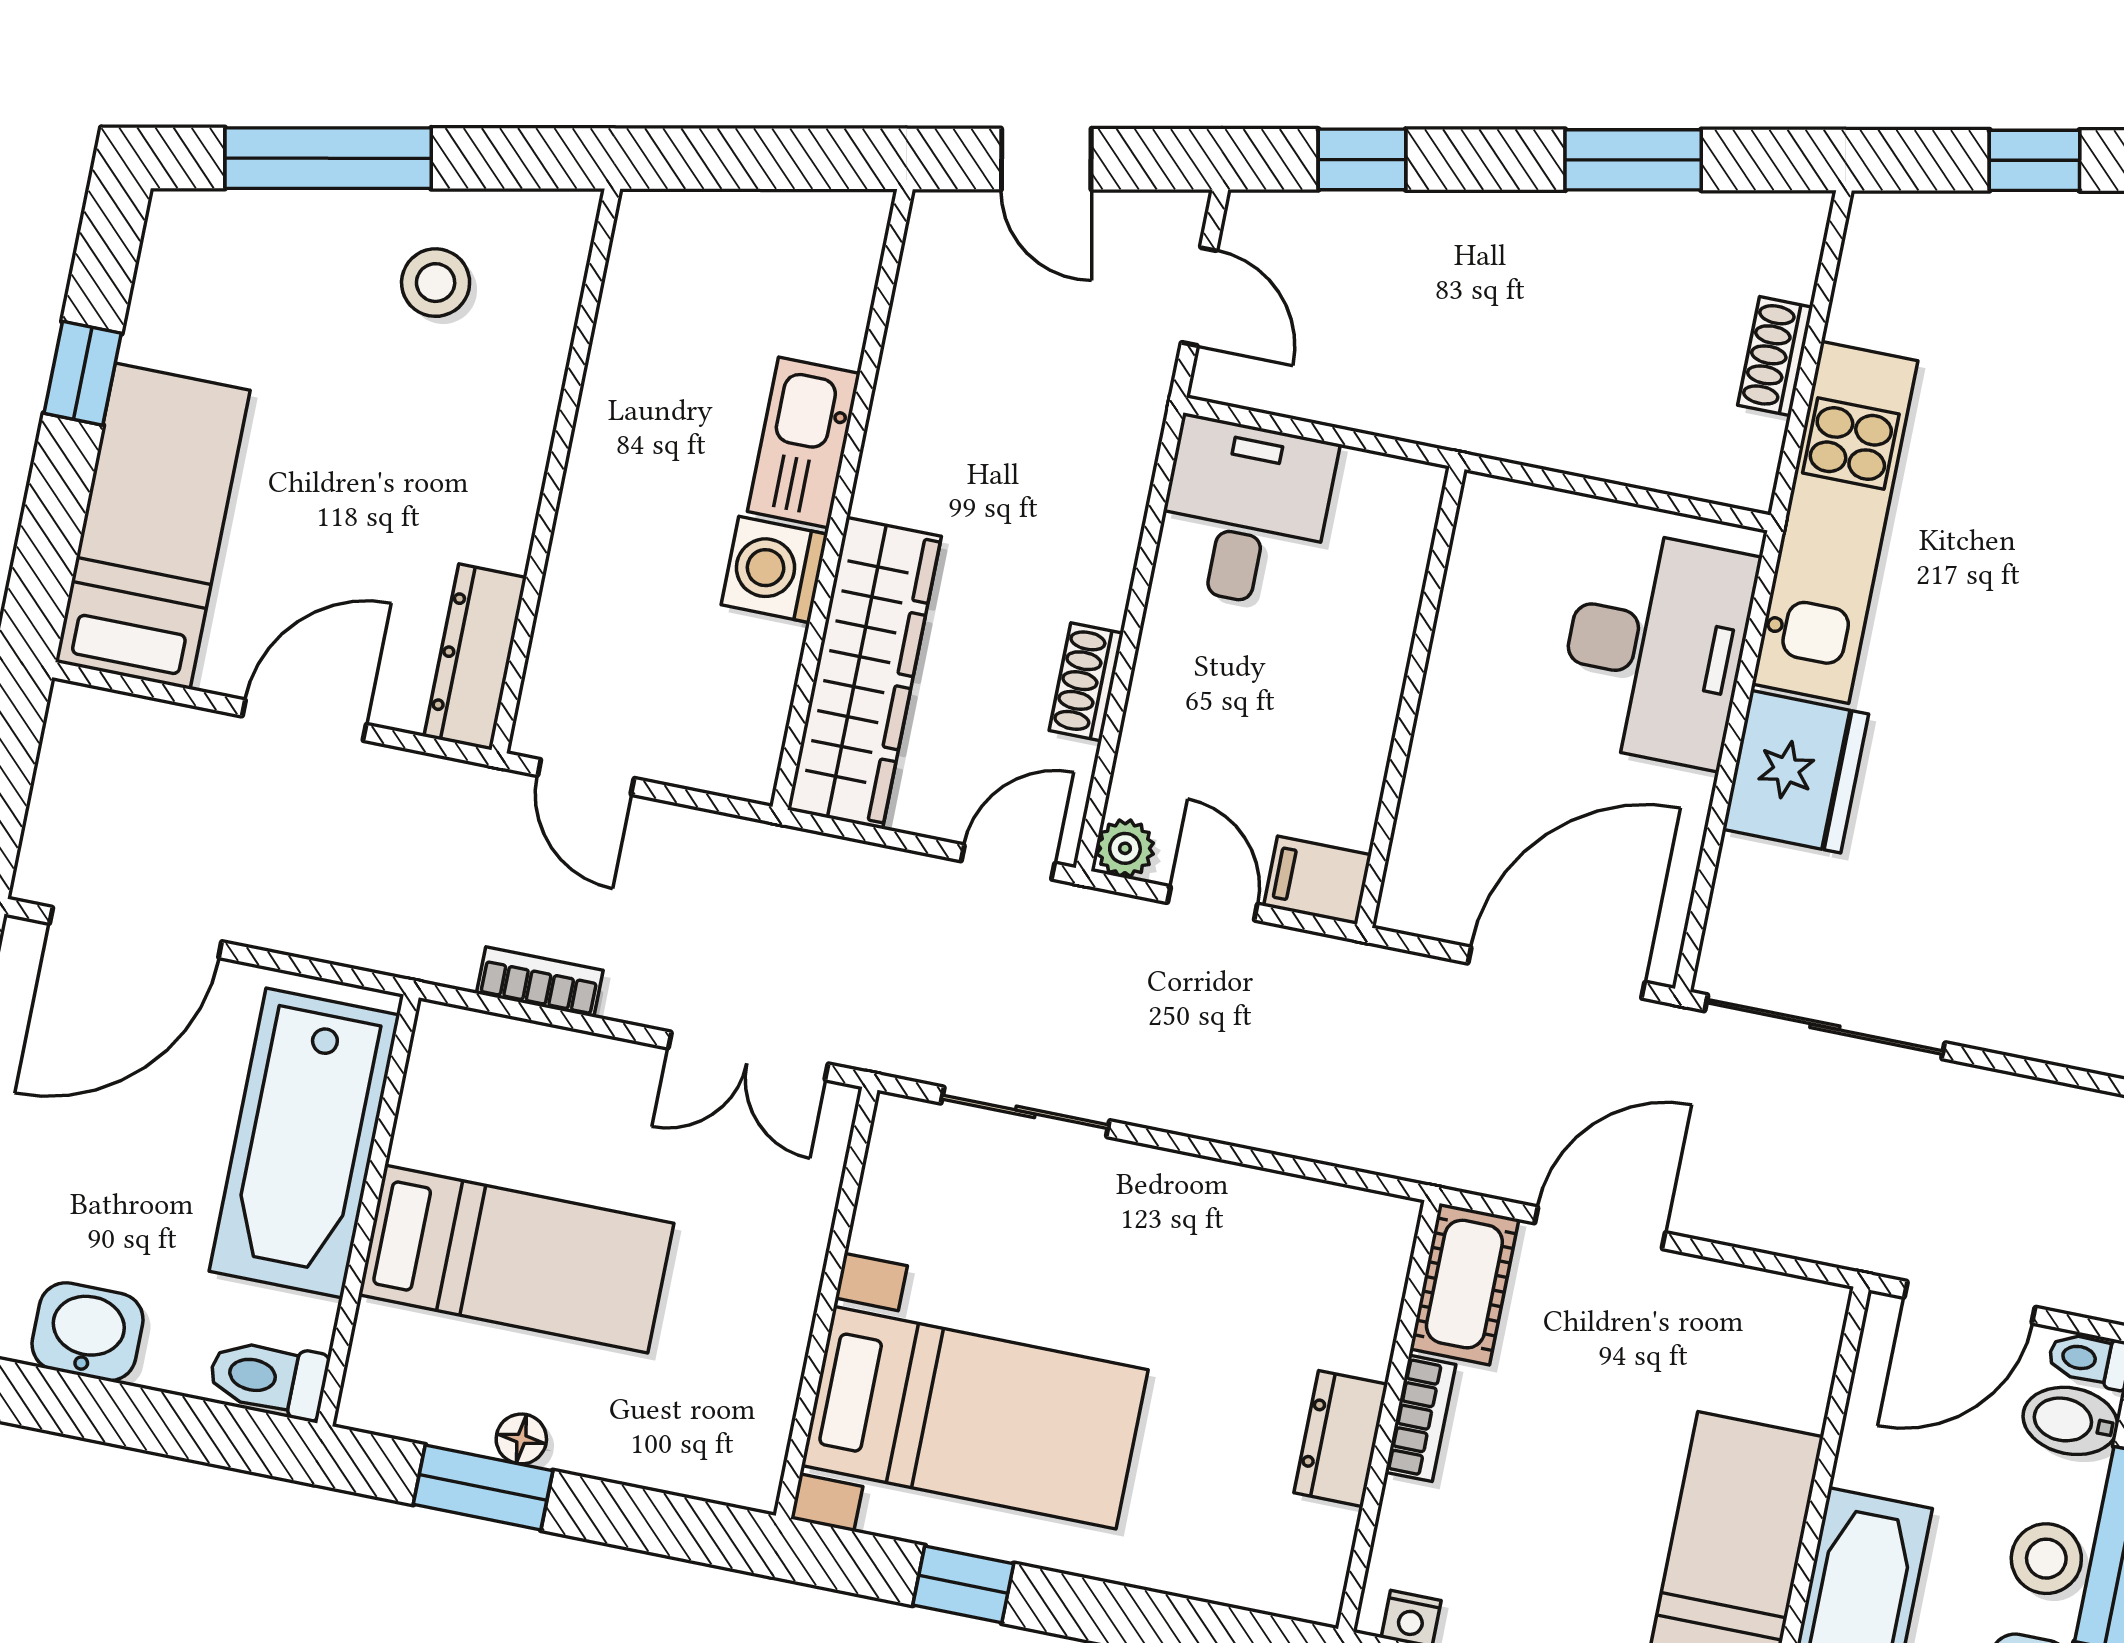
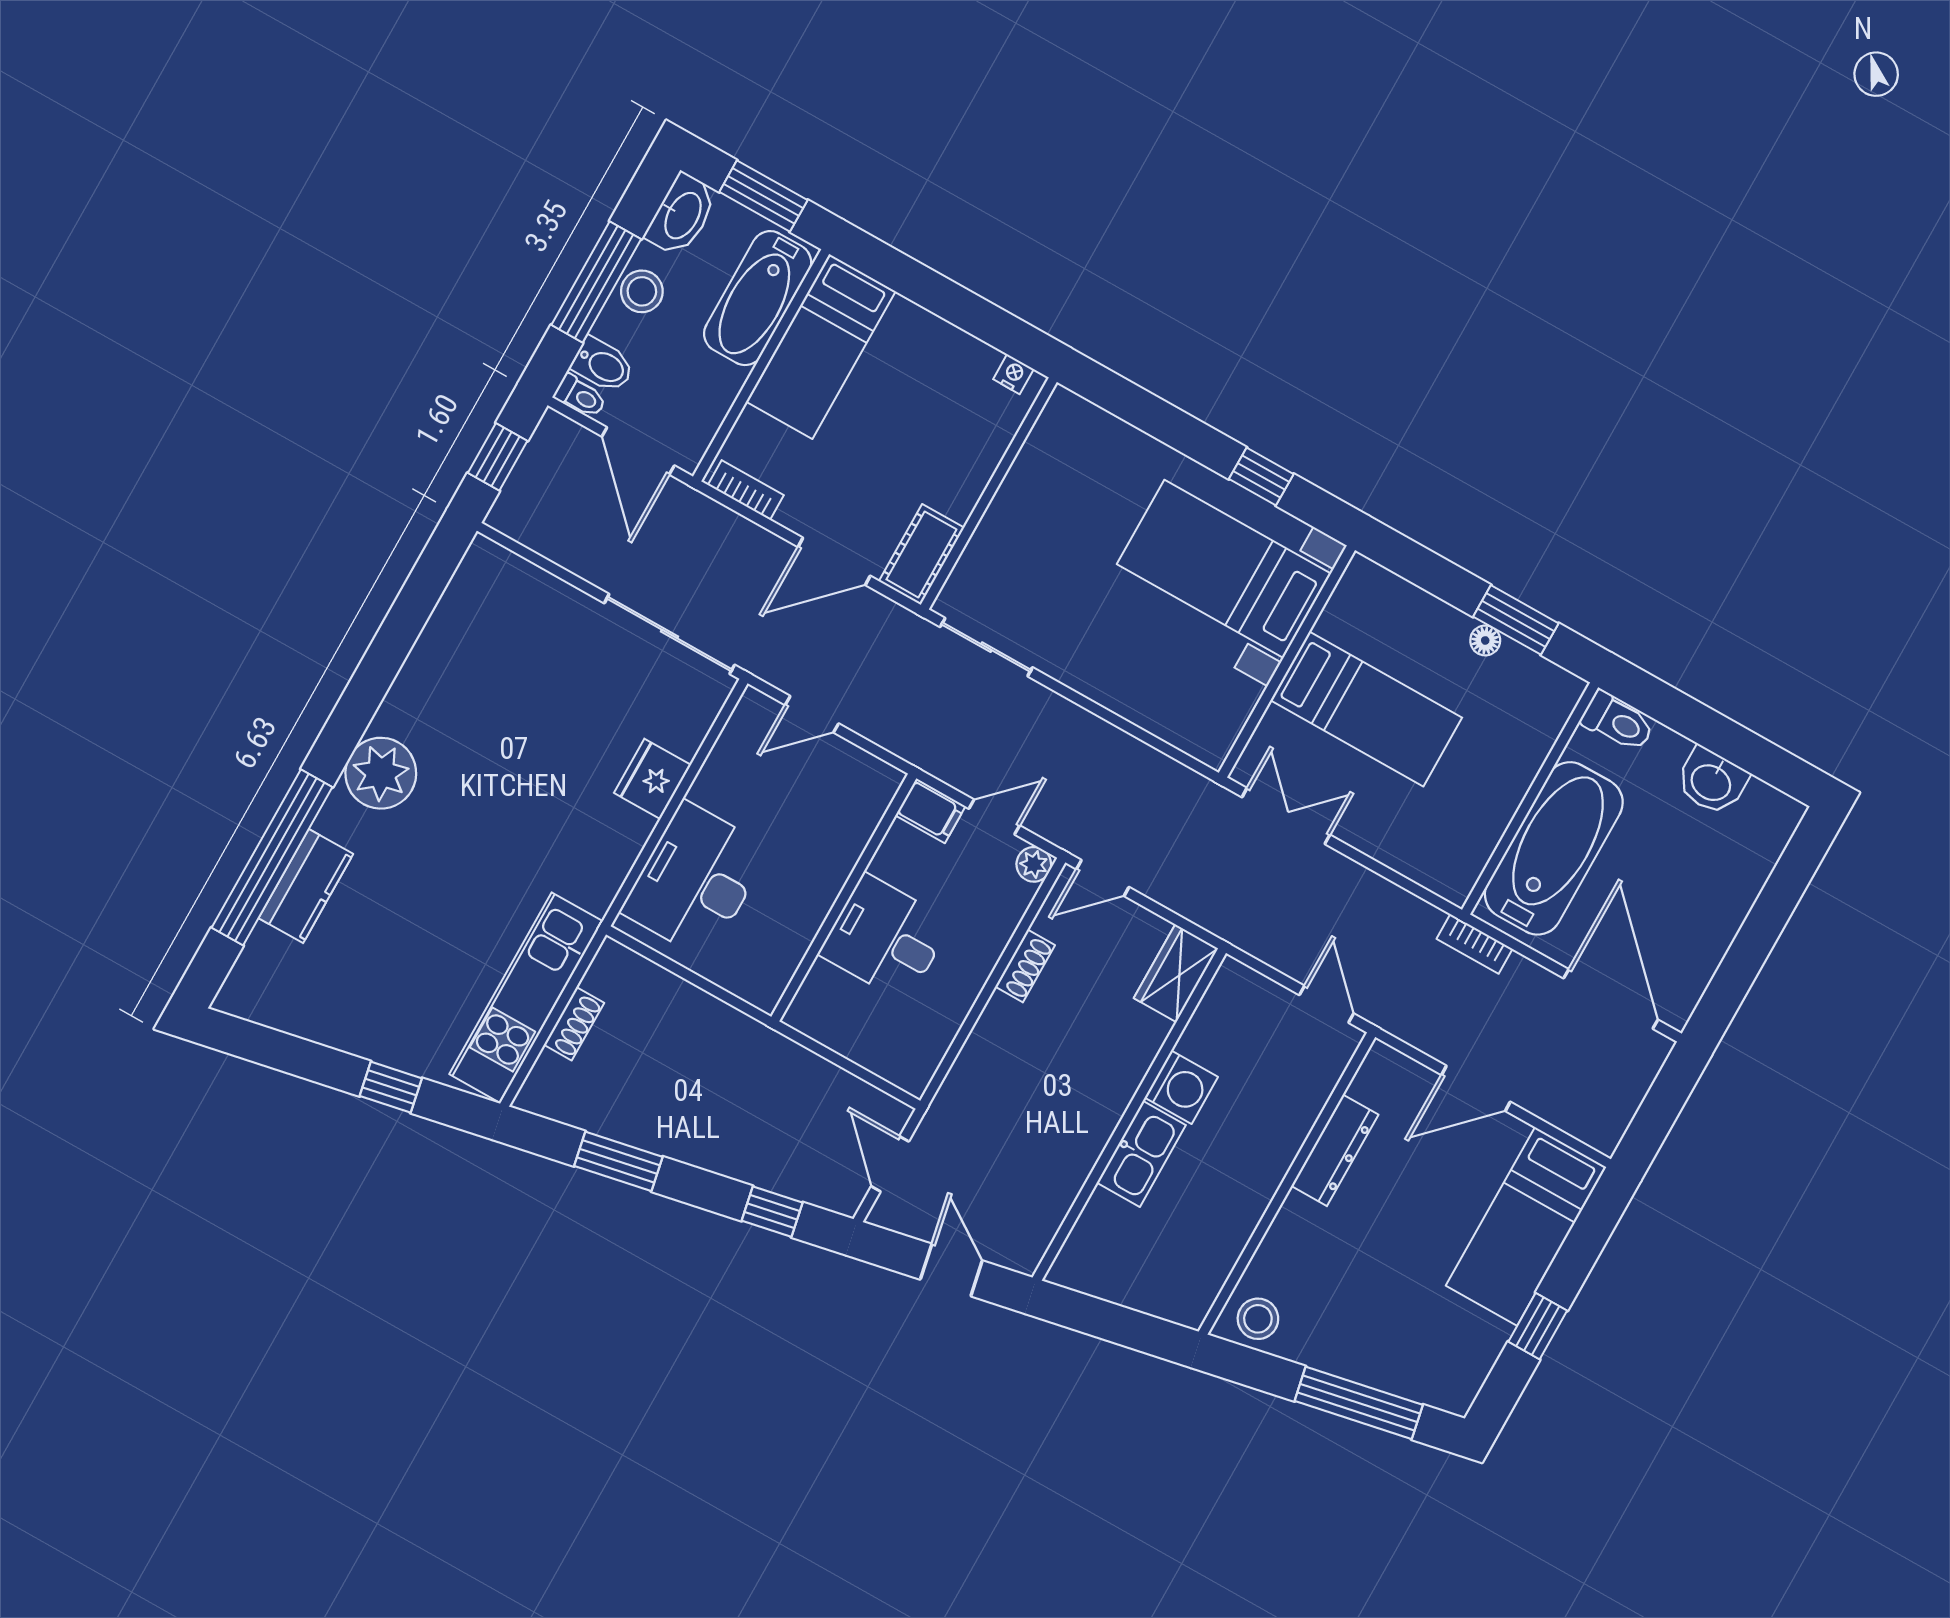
stool: (436, 283) -> (1258, 1319), moved
desk: (1245, 513) -> (885, 938), moved, turned 90
kitchen unit: (1835, 522) -> (526, 998), moved
dresser: (475, 657) -> (1335, 1150), moved
wardrobe: (864, 673) -> (1176, 973), width x0.48, depth x0.85
fridge: (1796, 772) -> (652, 779), width x0.73, depth x0.75
door: (1212, 903) -> (994, 817), swing flipped
door: (136, 933) -> (1611, 999), hinge flipped
door: (1556, 973) -> (812, 714), width x0.53
bookcase: (540, 982) -> (1475, 944), moved
sliding door: (1025, 1112) -> (986, 647), moved
bed: (516, 1259) -> (1366, 709), moved, turned 180
door: (1970, 1302) -> (638, 451), swing flipped
bookcase: (1421, 1418) -> (746, 490), moved, turned 90
dresser: (1341, 1439) -> (1020, 490), removed

